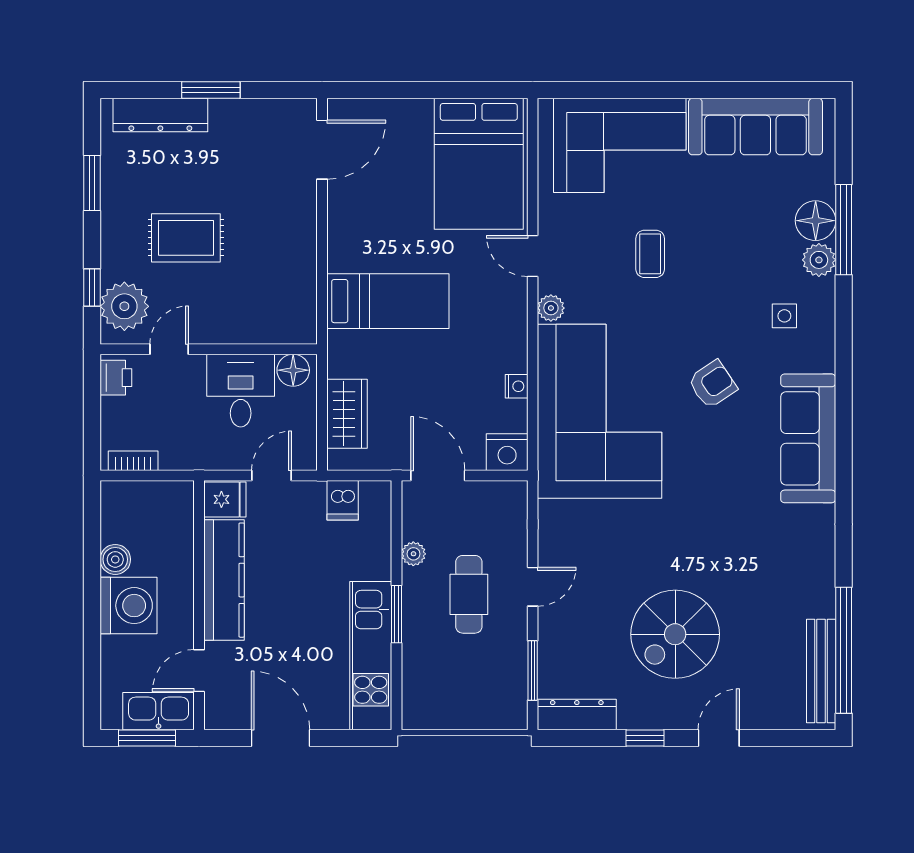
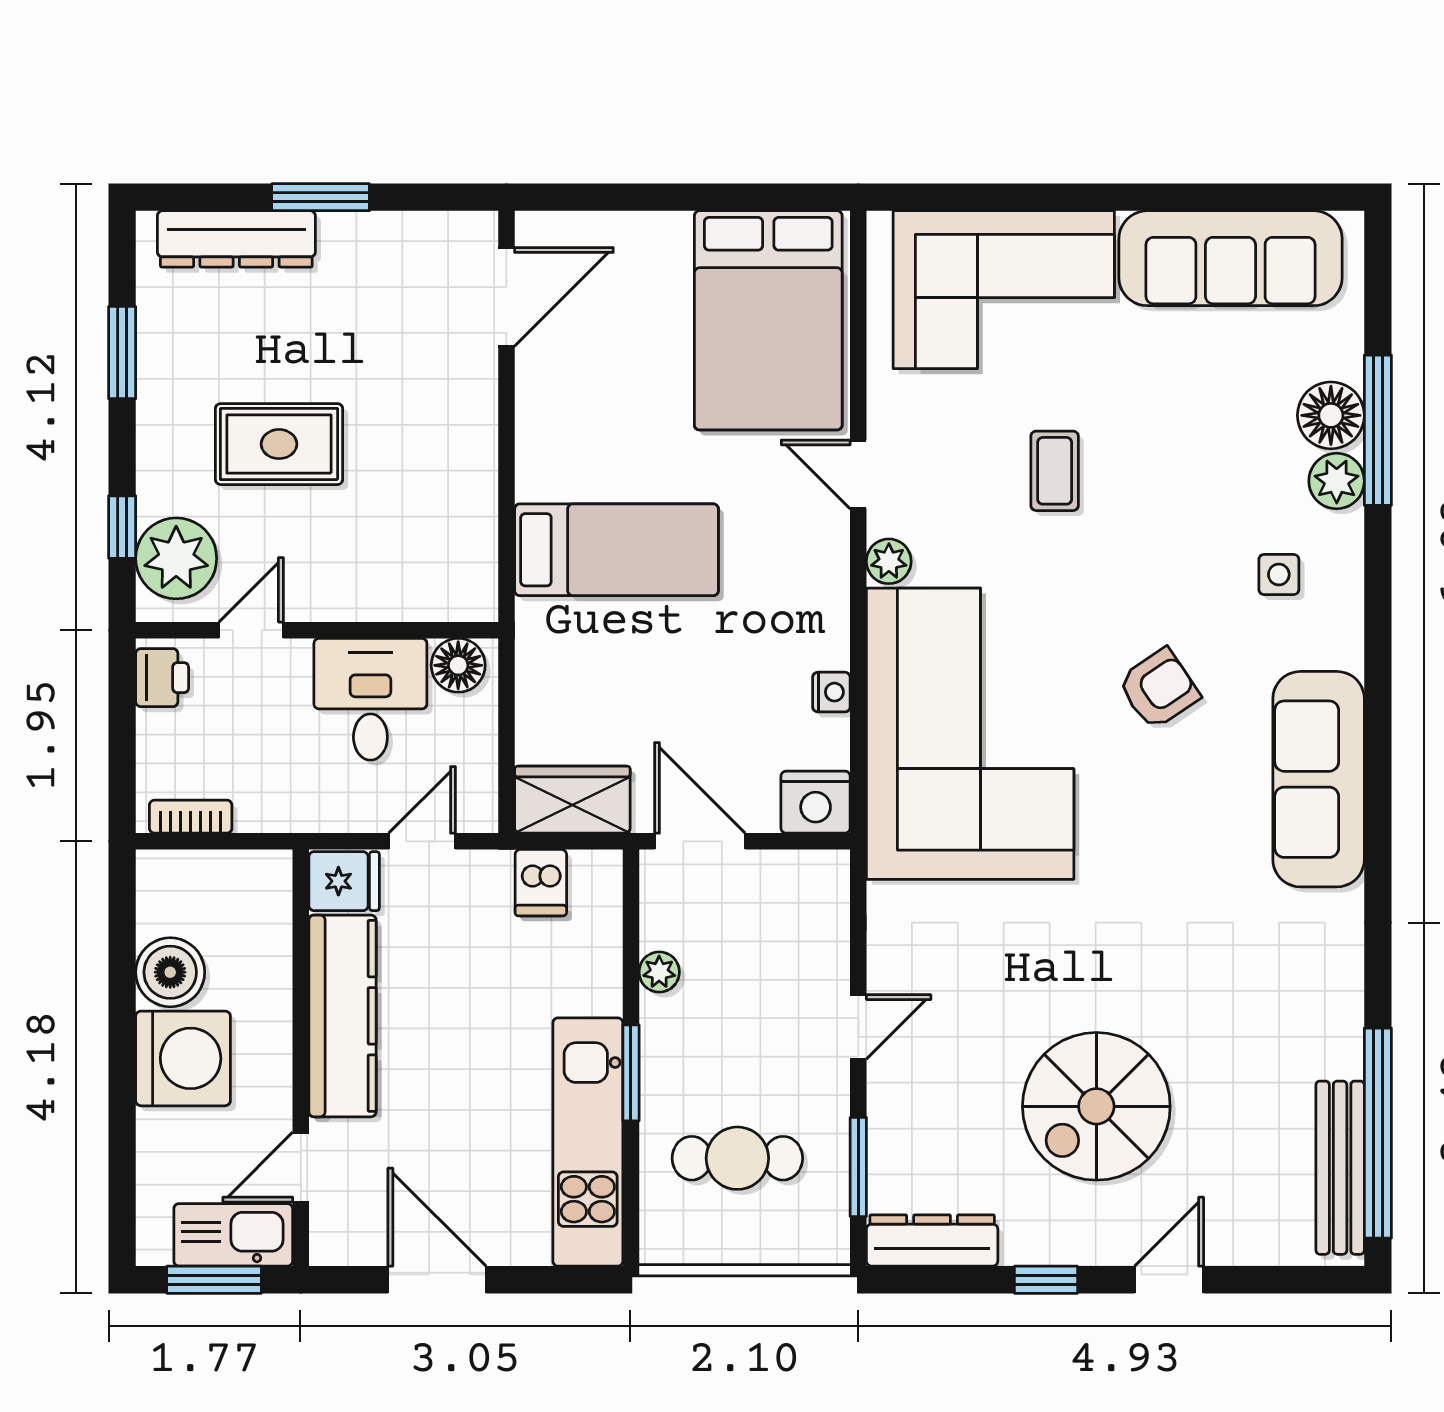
wardrobe: (347, 414) -> (572, 800), moved, turned -90
boiler: (115, 559) -> (170, 972), width x1.36, depth x1.36
cafe table: (469, 594) -> (737, 1158), moved, turned 90

